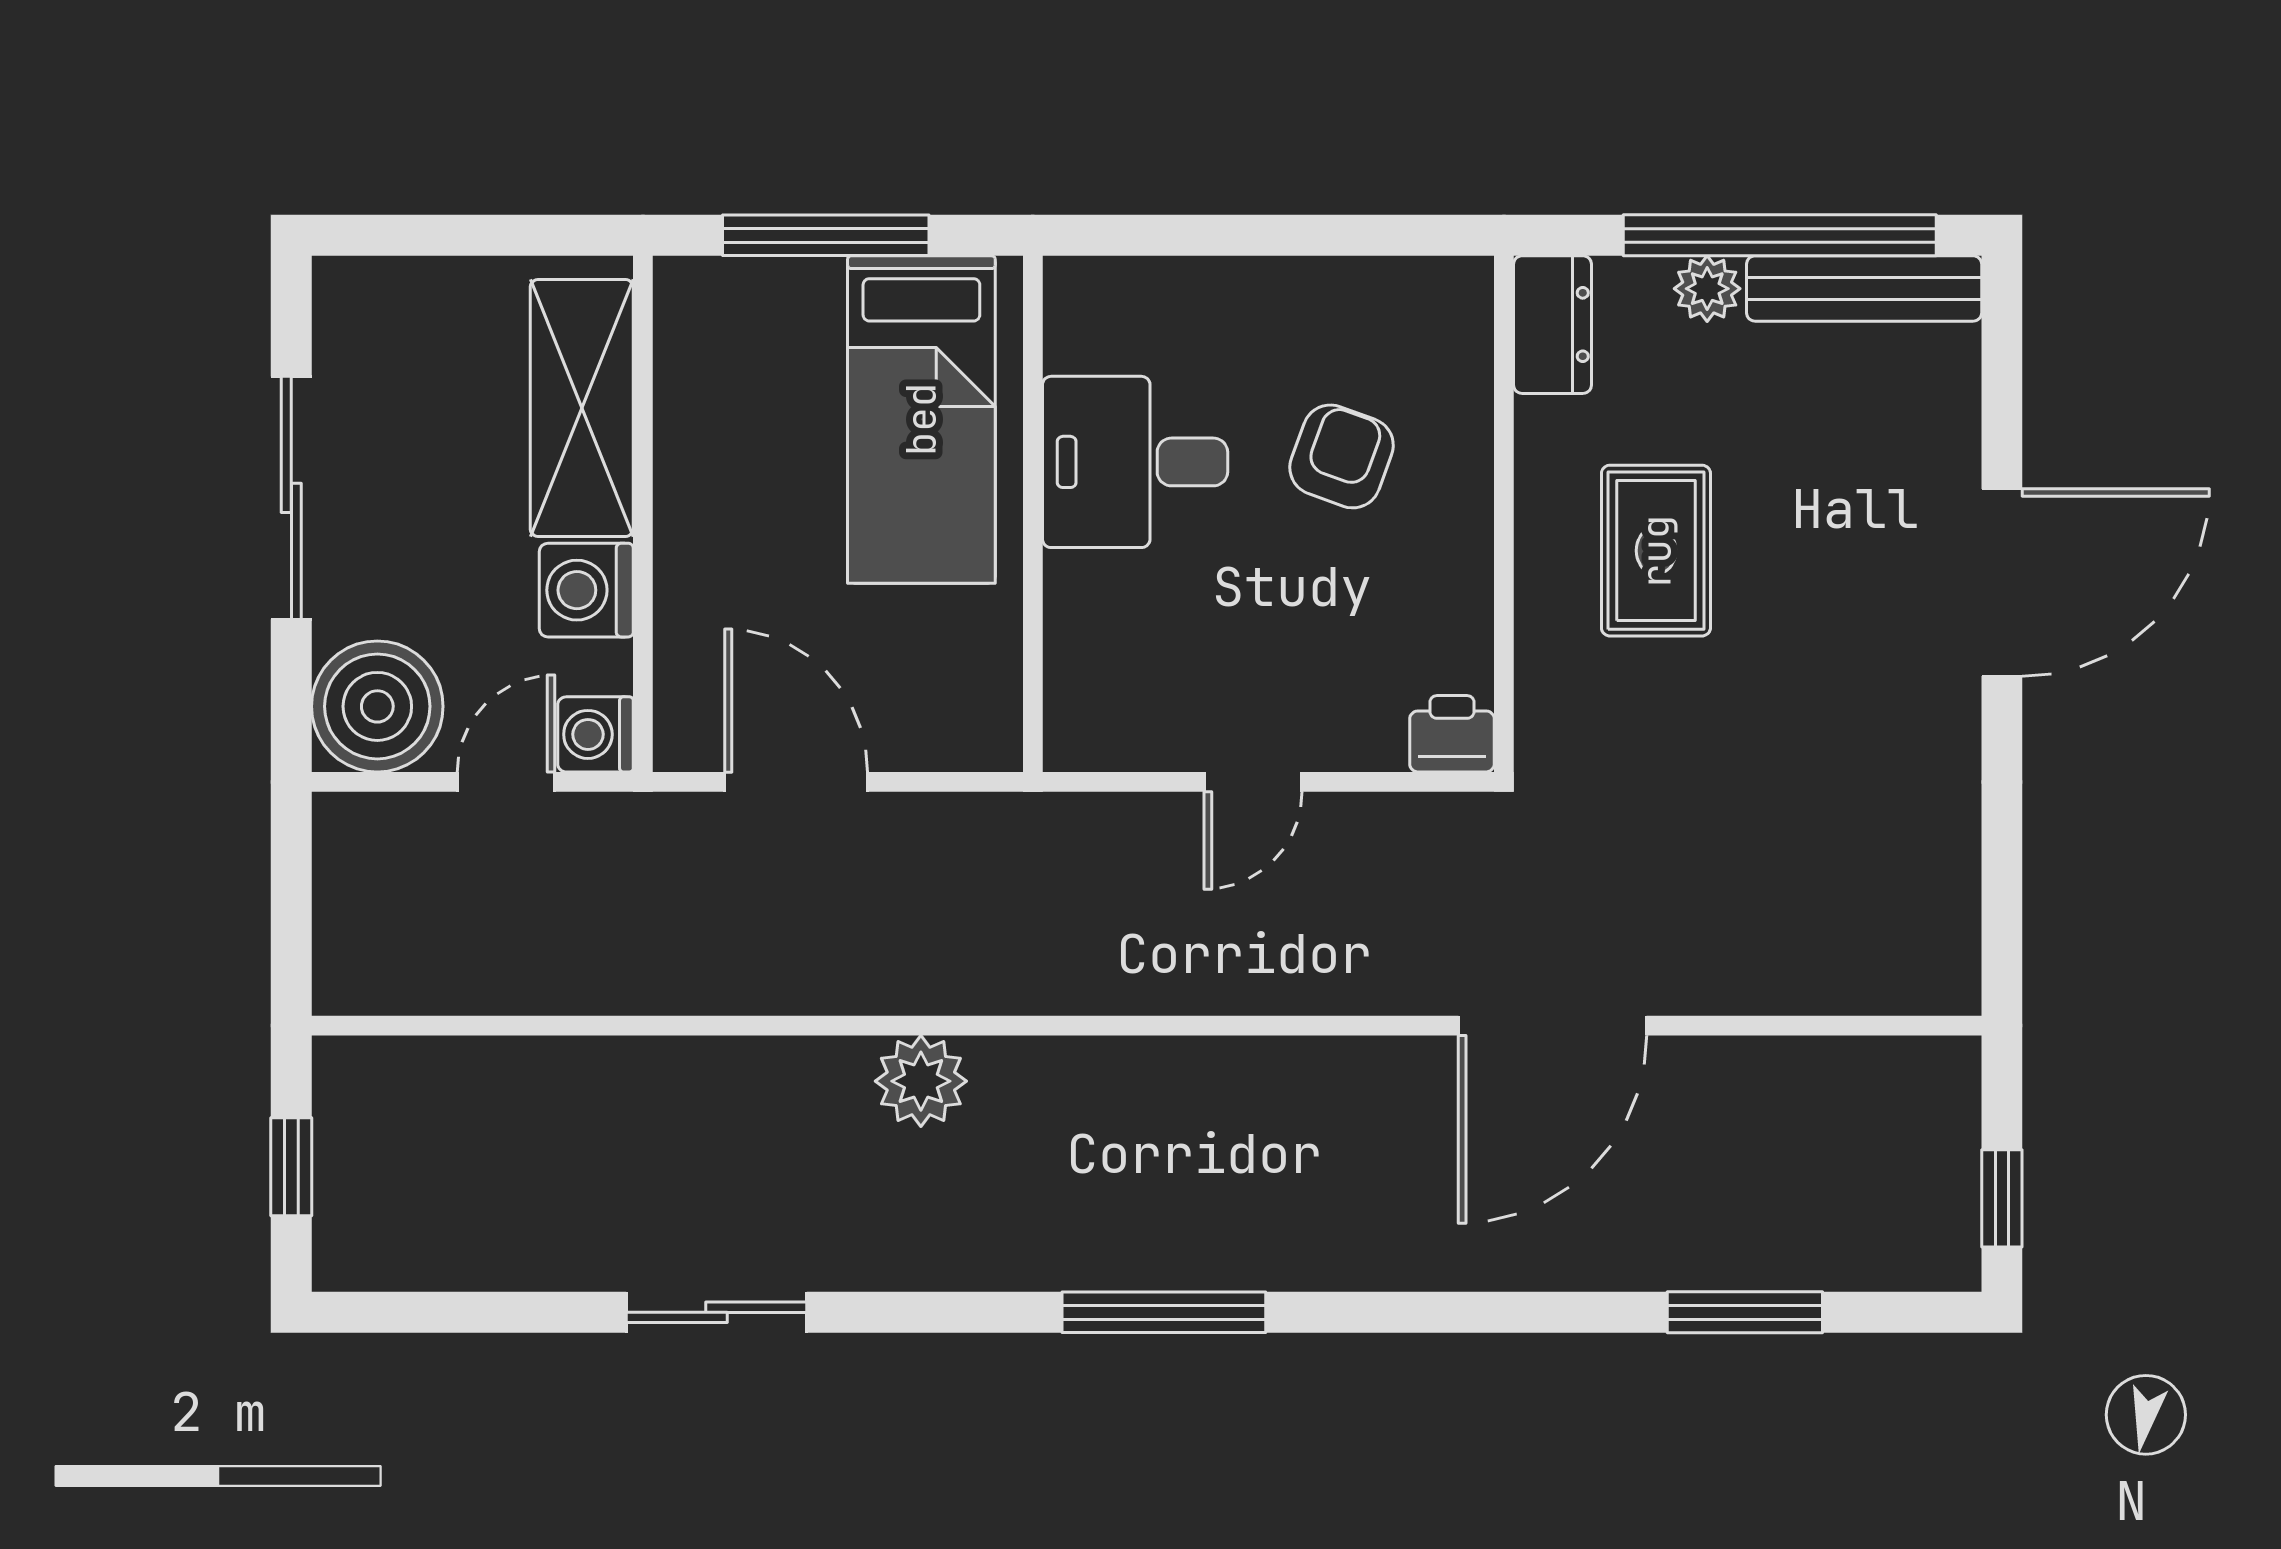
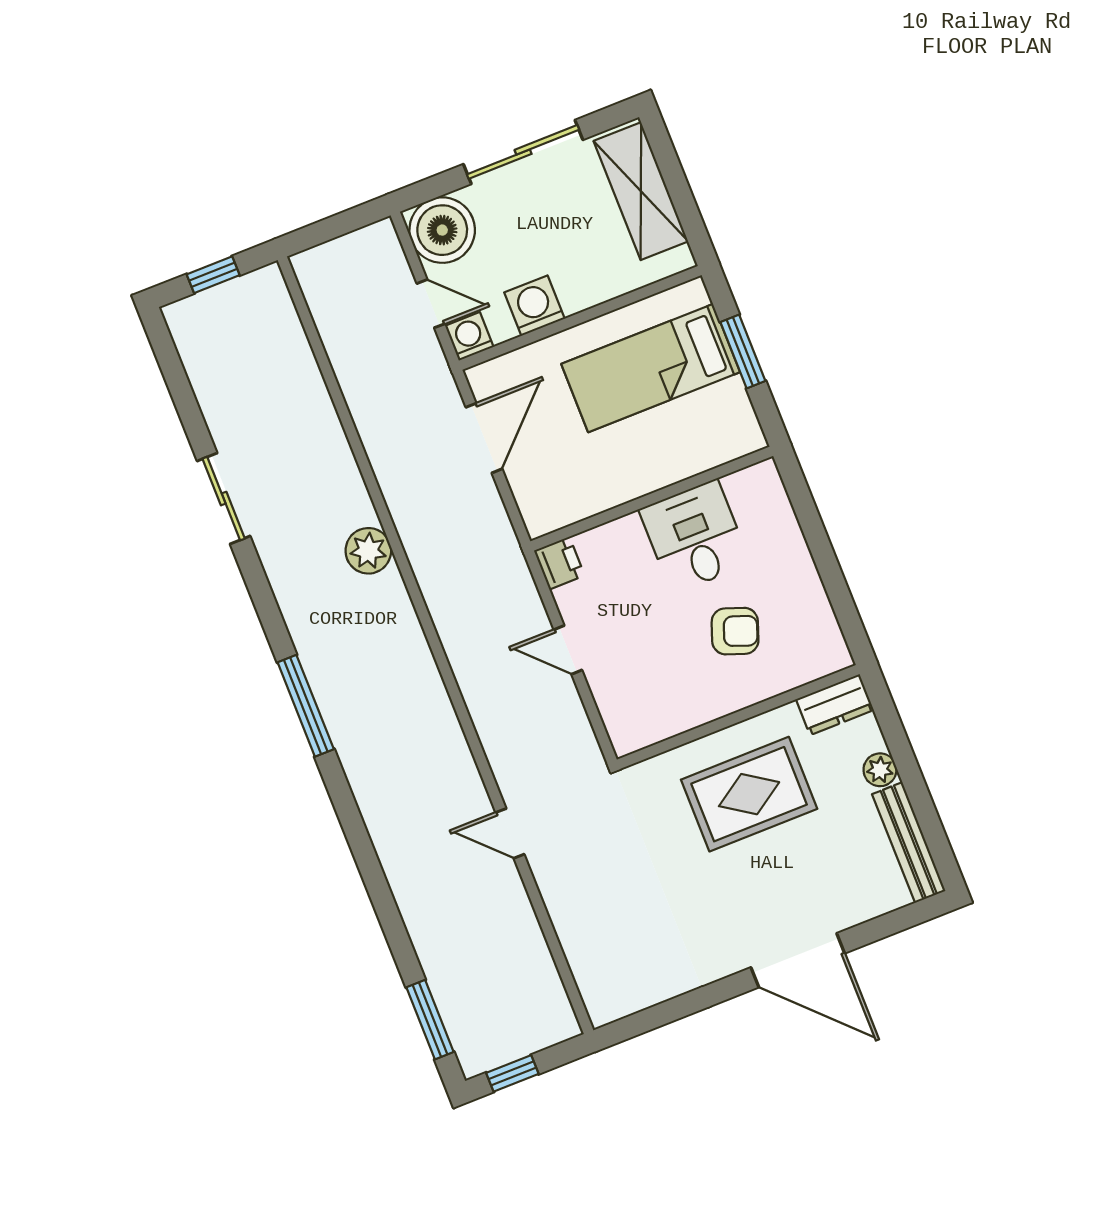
window: (826, 235) -> (743, 351), width x0.69
window: (1780, 235) -> (918, 794), removed
shelving: (582, 408) -> (641, 191), moved, turned 90
bed: (921, 419) -> (651, 368), moved
rug: (1656, 551) -> (749, 794), width x1.36, depth x1.43
printer: (1452, 734) -> (559, 563), moved
door: (1552, 1026) -> (510, 833), width x0.53
window: (1745, 1312) -> (430, 1020), moved

